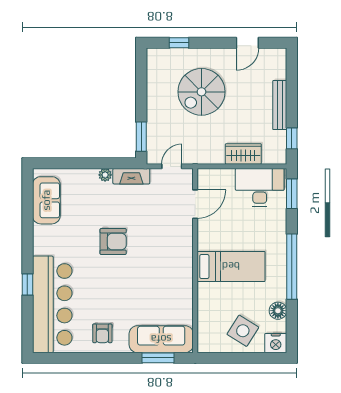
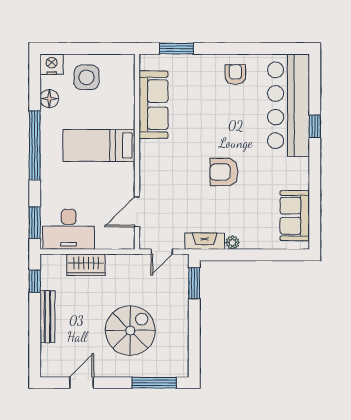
window: (179, 43) -> (154, 383), width x2.17
side table: (243, 331) -> (86, 77), turned -32
sofa: (161, 339) -> (153, 105), moved, turned -90

